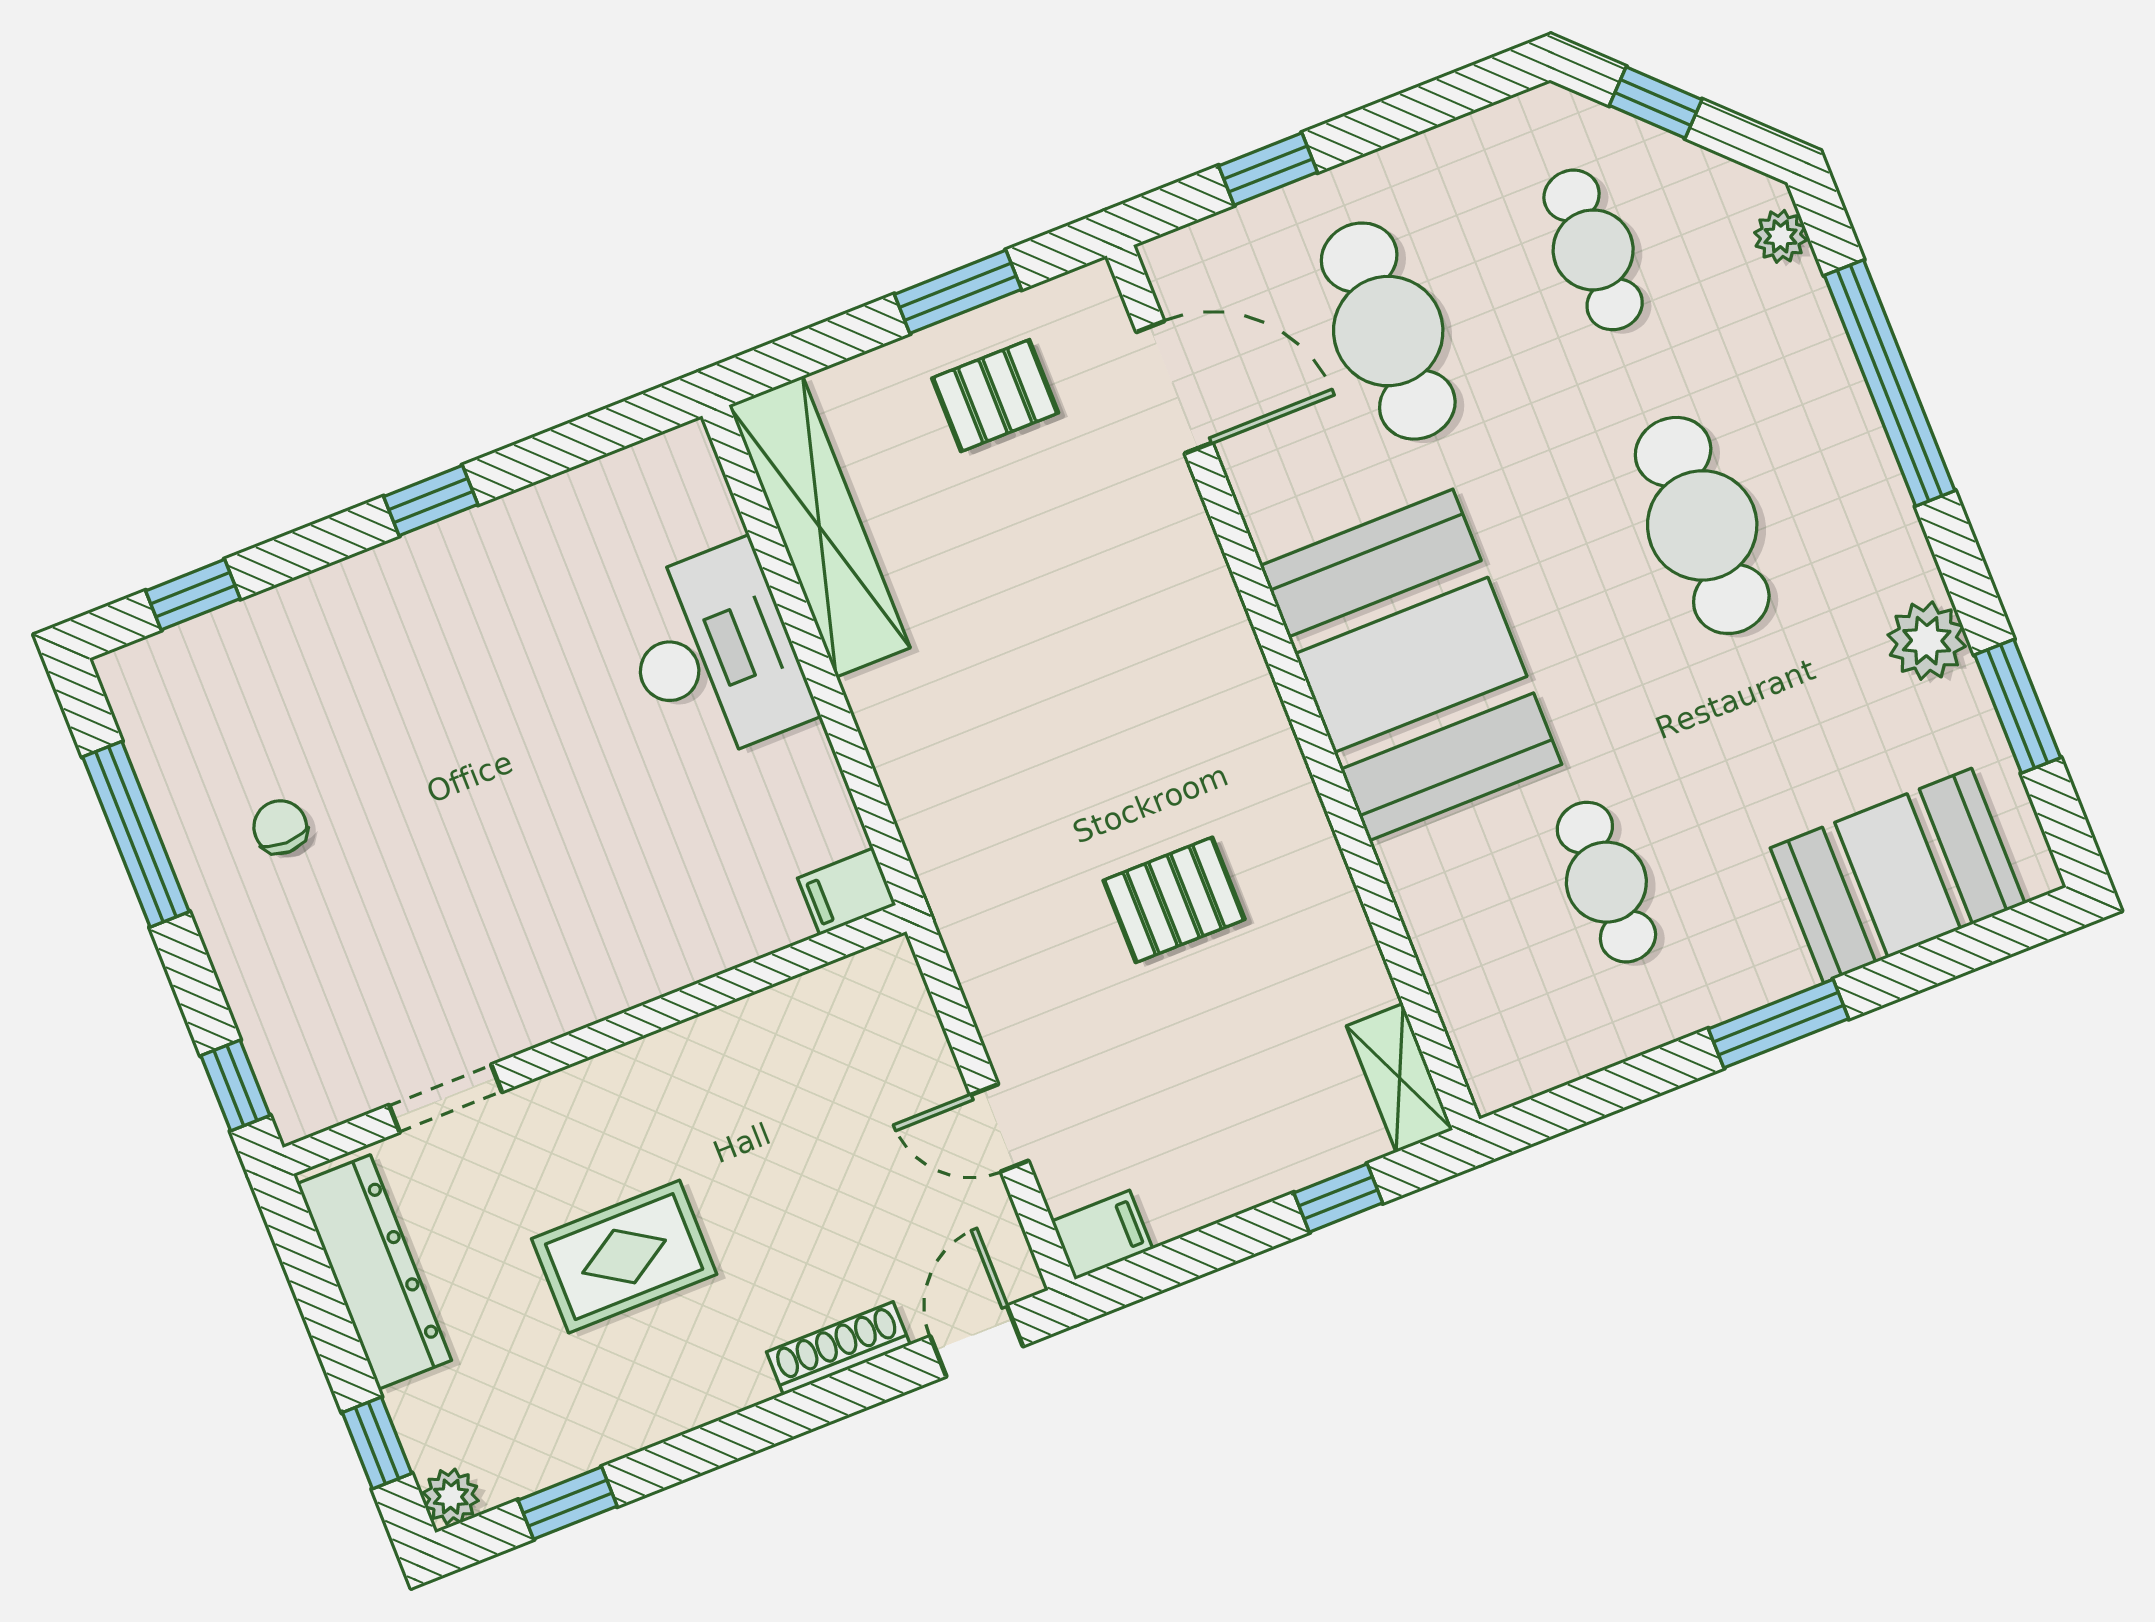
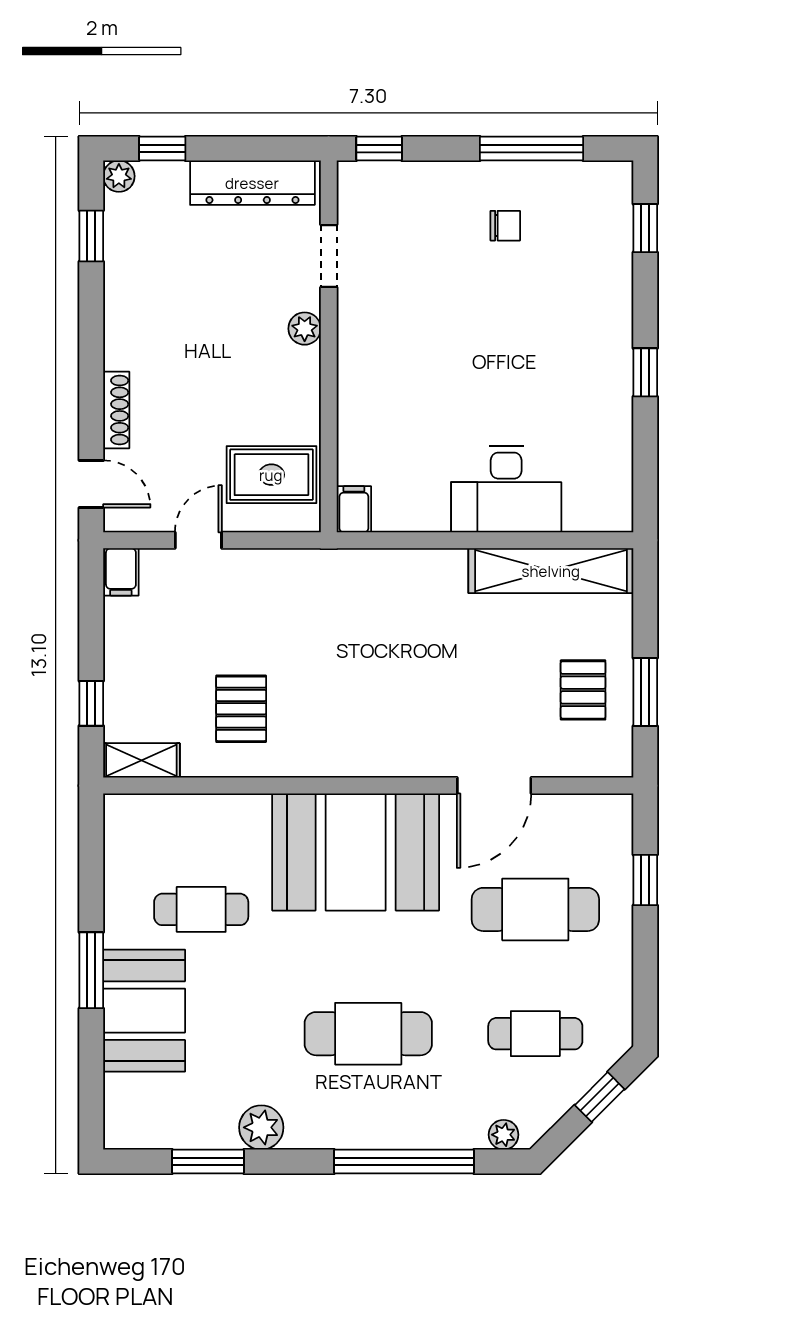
door: (1174, 387) -> (494, 786), moved
booth: (1898, 876) -> (144, 1011), moved
pallet: (1174, 900) -> (241, 709), moved
plant: (581, 1091) -> (305, 329), added
rug: (624, 1257) -> (271, 475), moved, turned 90

